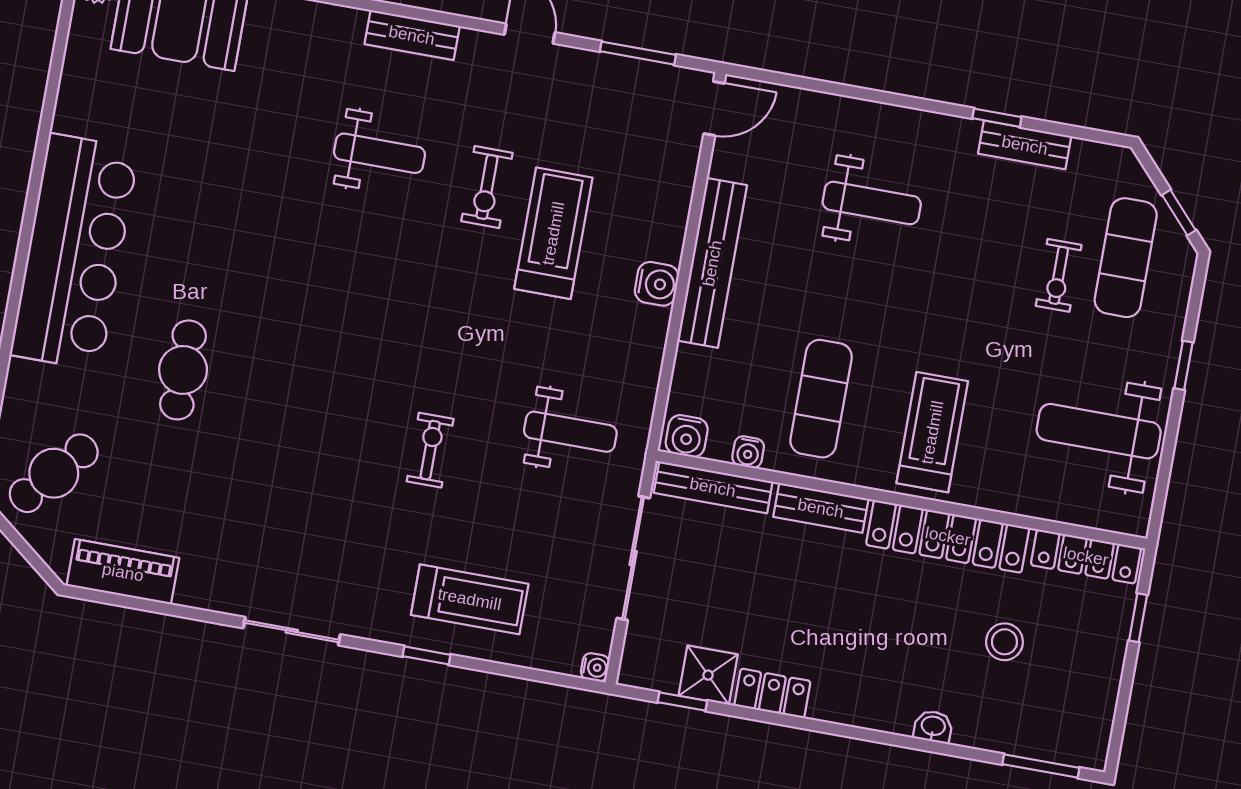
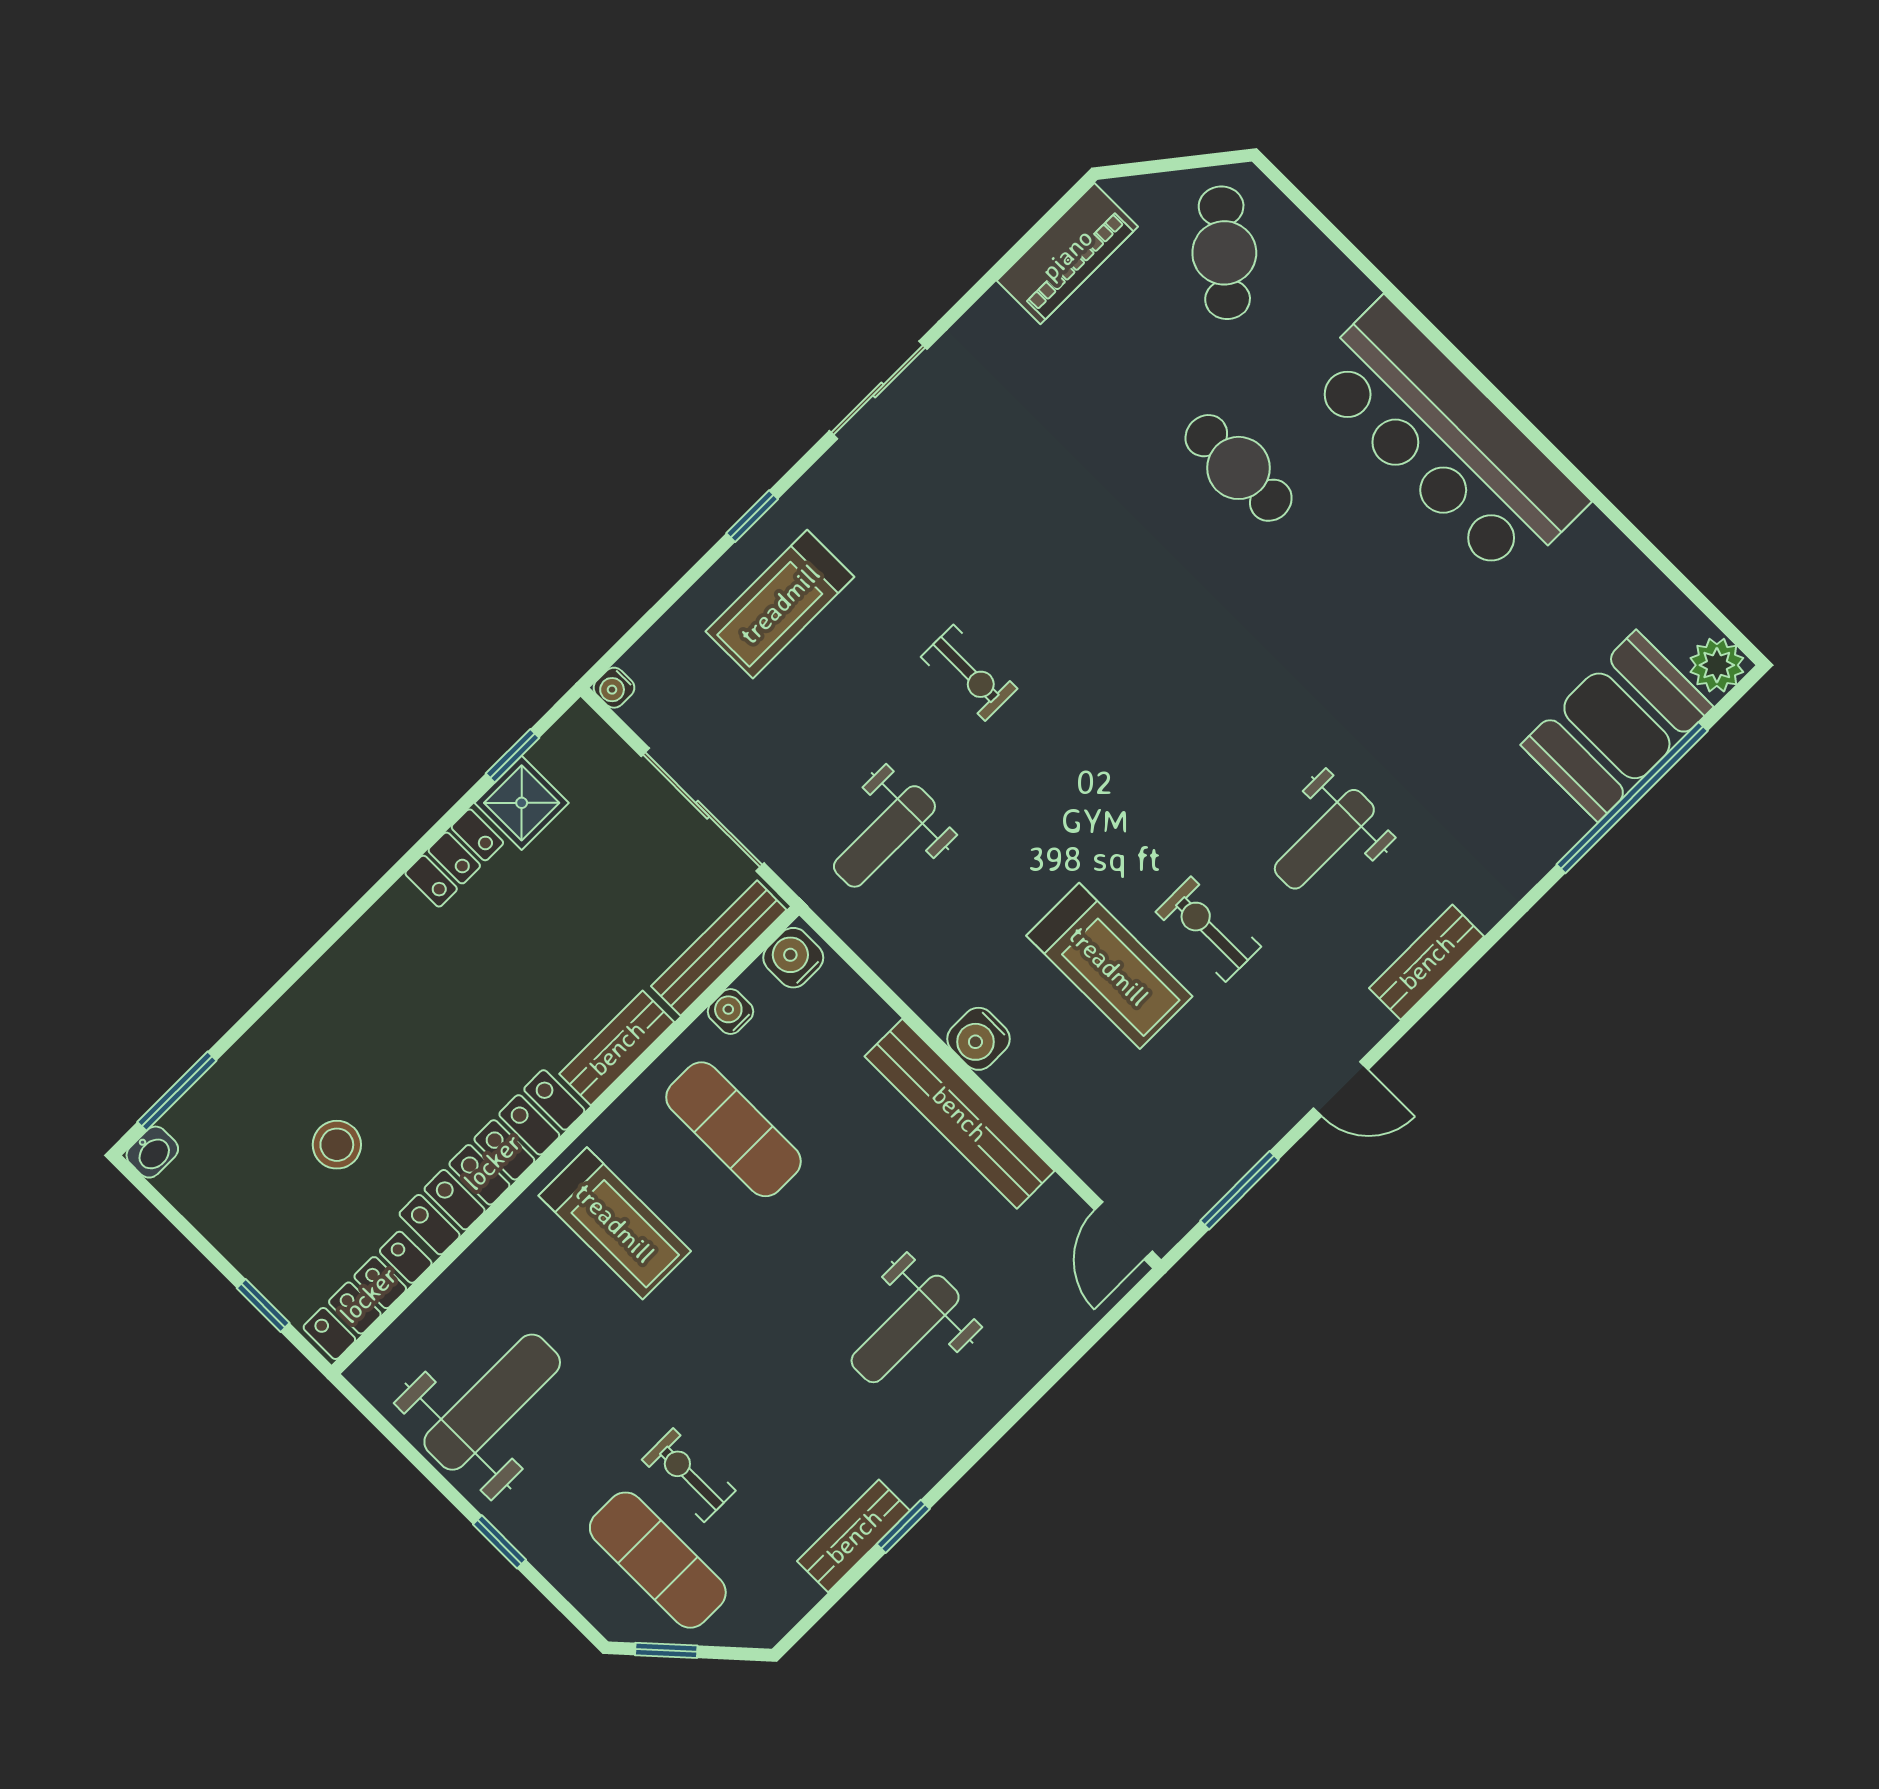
washbasin: (933, 727) -> (152, 1152), moved

